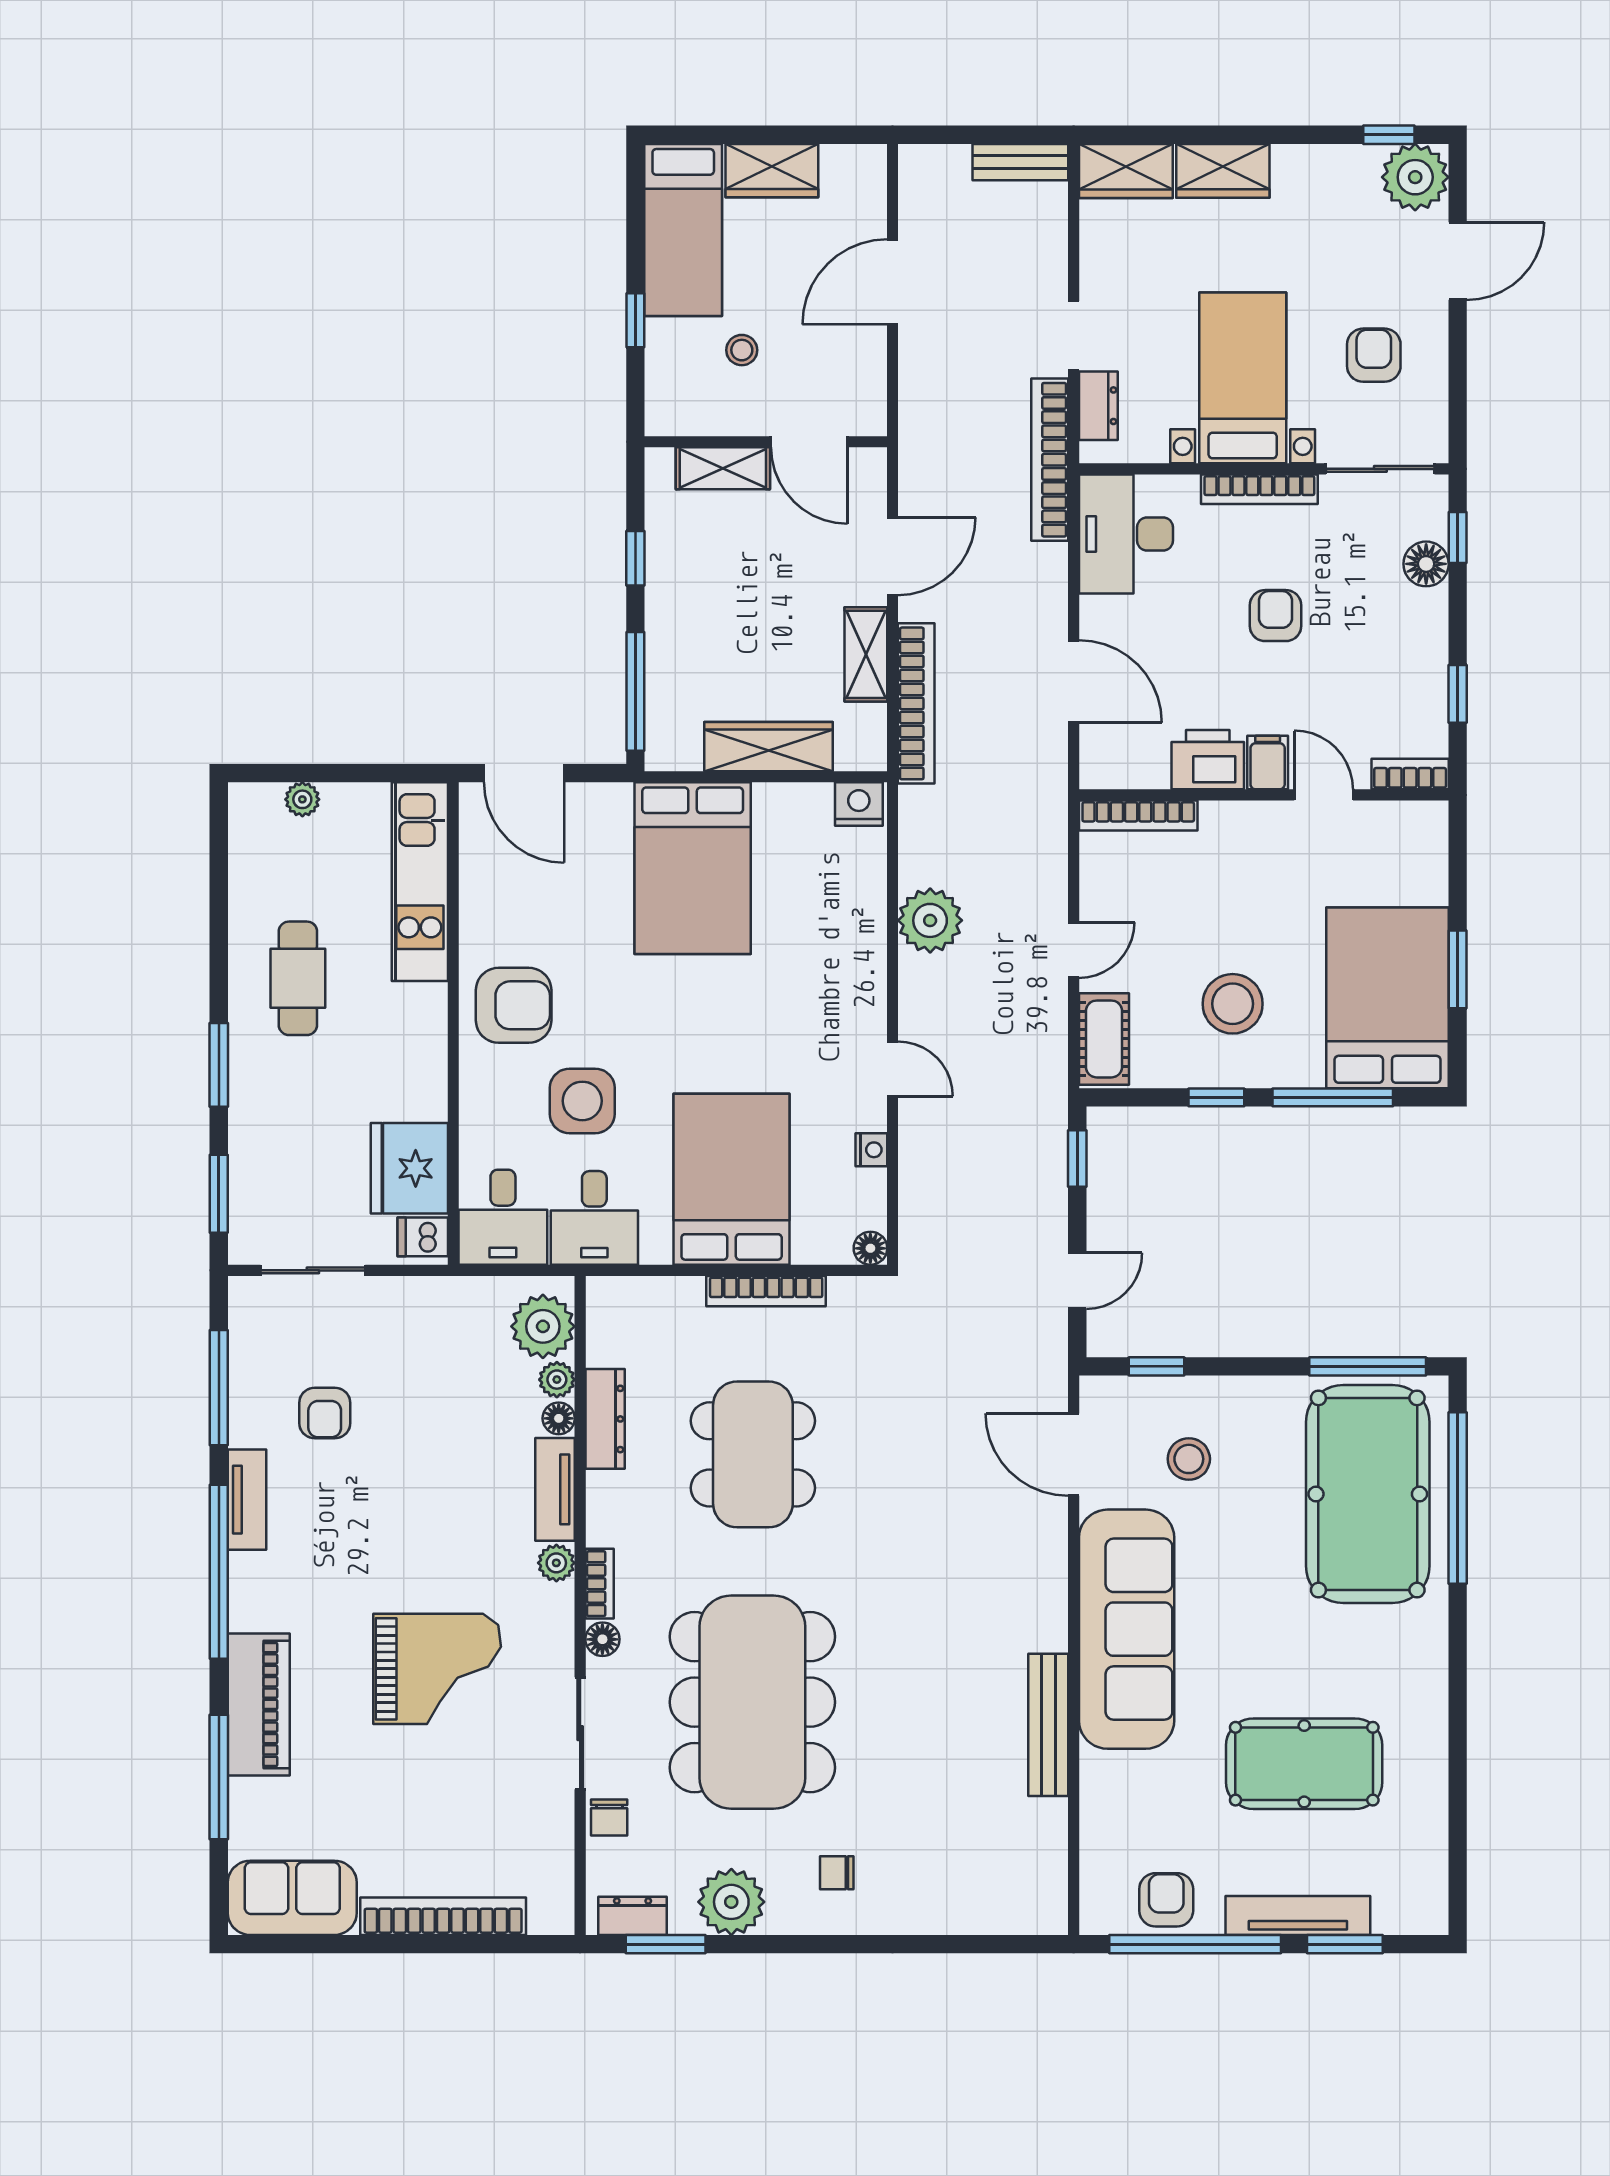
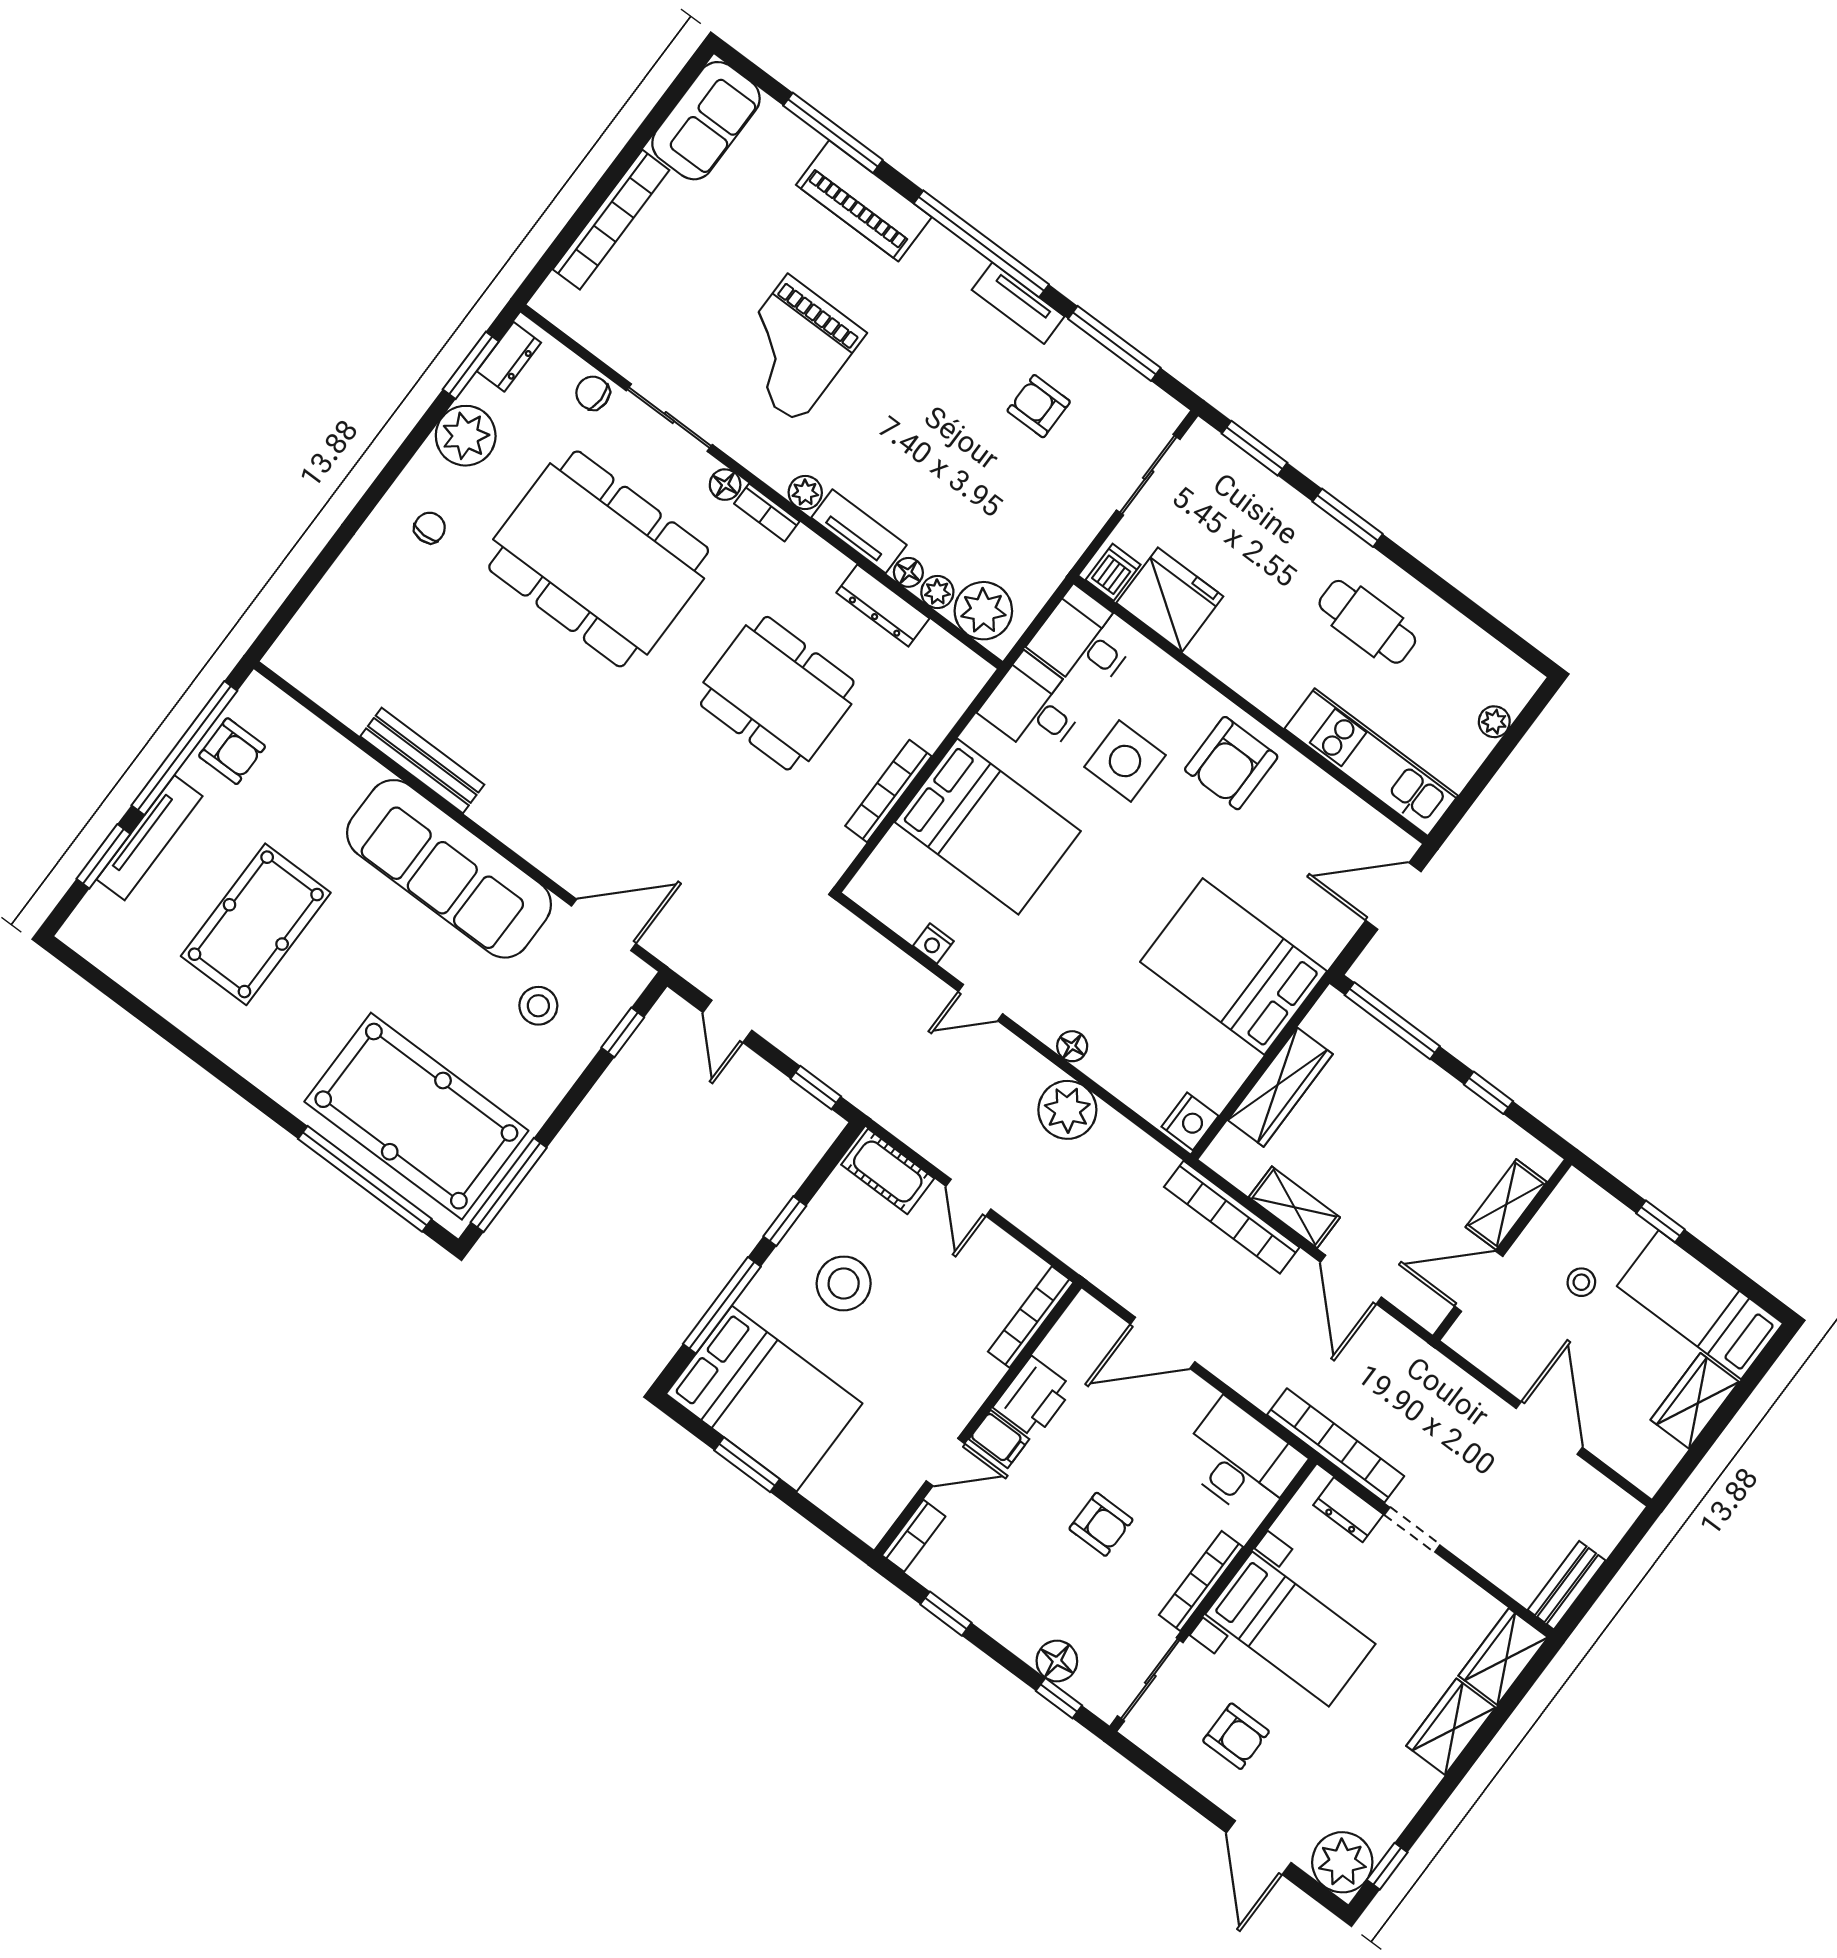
floor lamp: (870, 1248) -> (1072, 1046), moved

